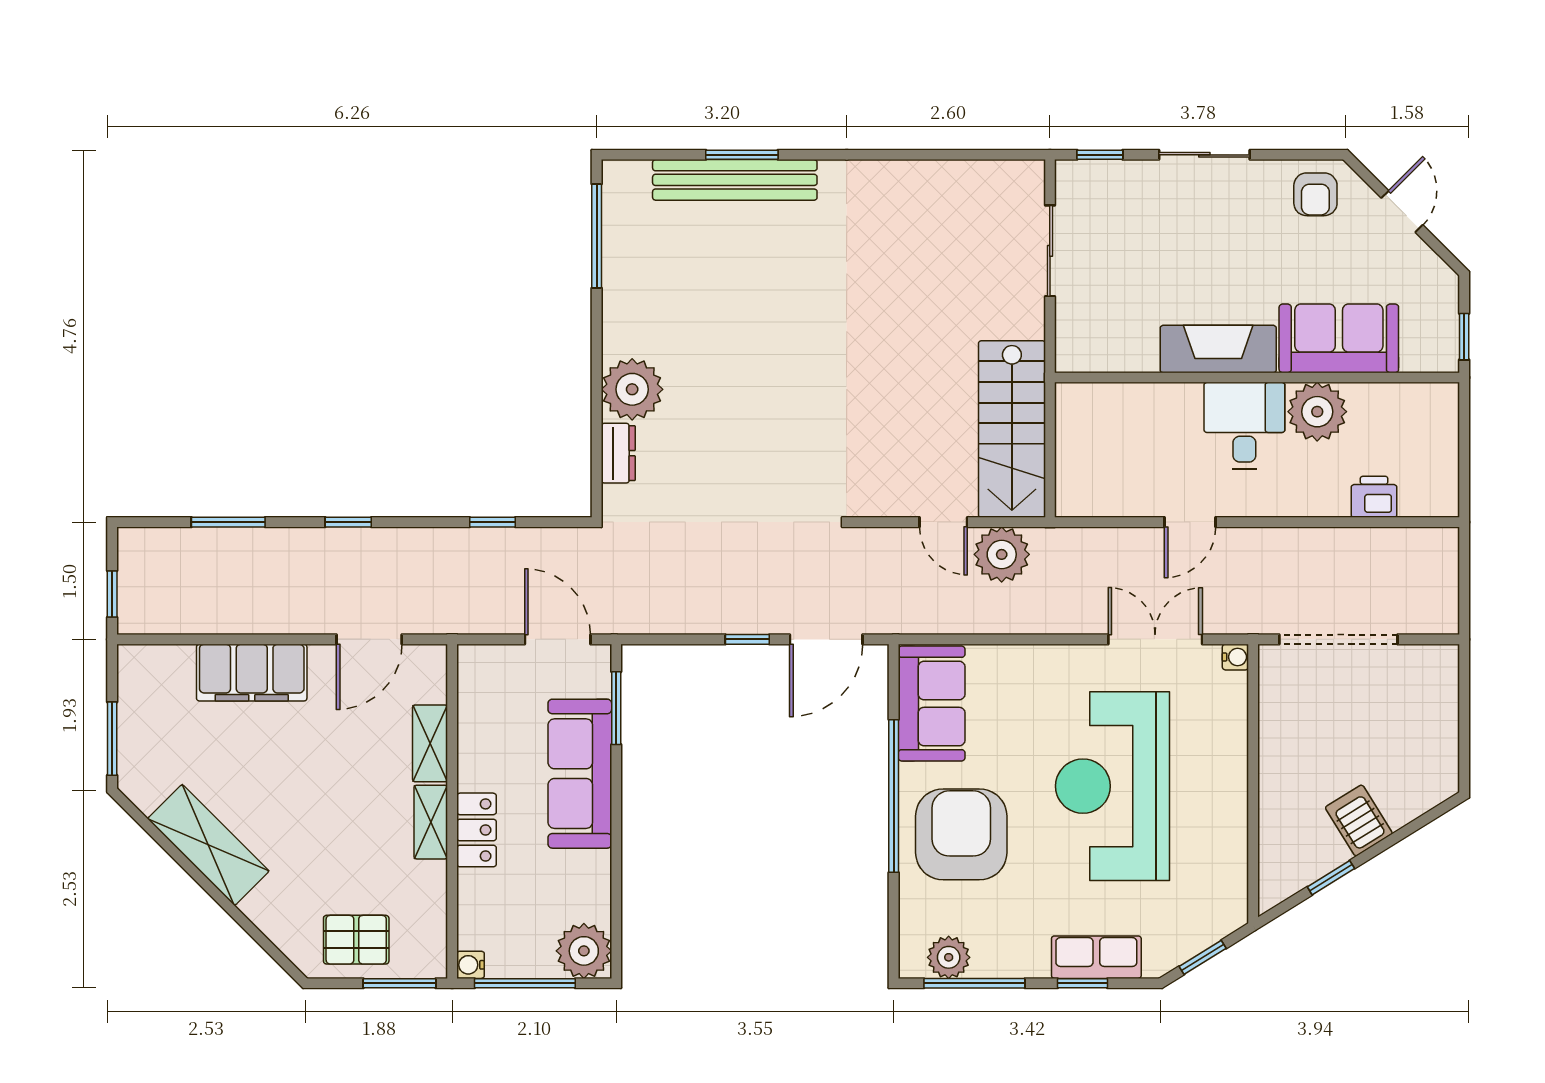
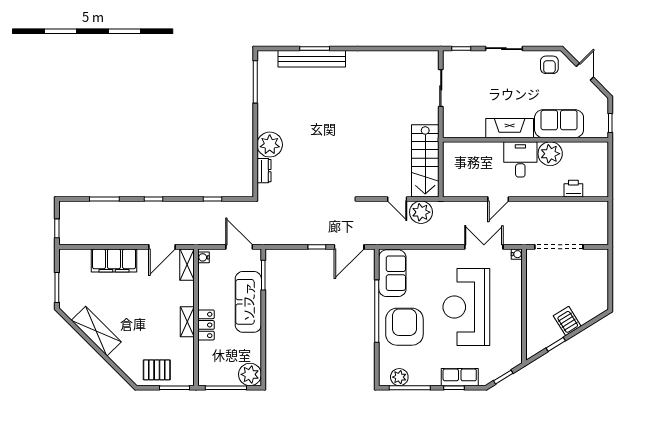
shelving: (430, 743) -> (187, 265), moved
water cooler: (470, 965) -> (204, 257), moved

